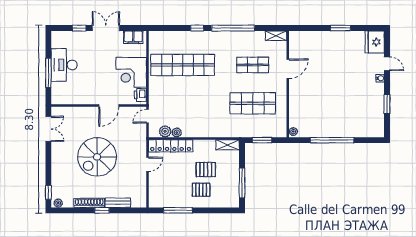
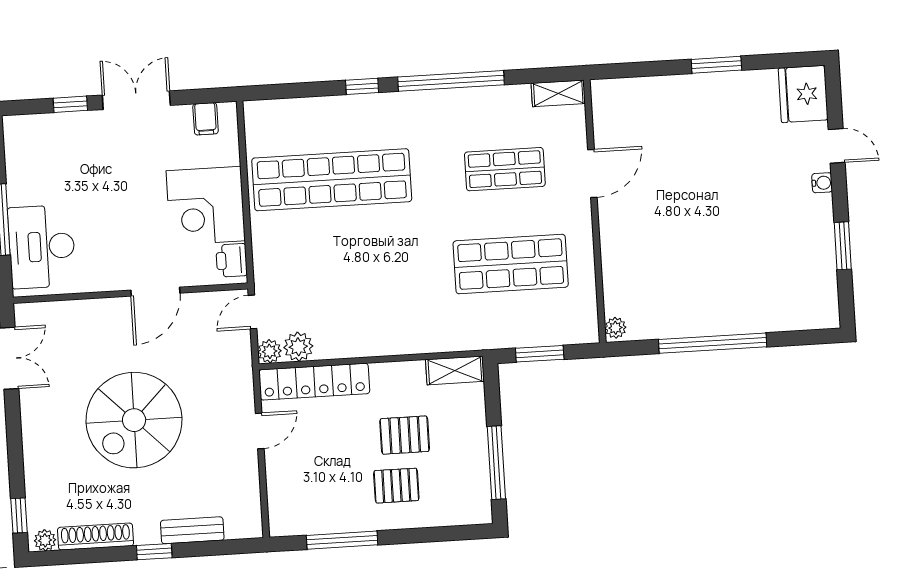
filing cabinet: (133, 37) -> (206, 119), width x0.50
desk: (64, 65) -> (42, 247), moved
plant: (177, 133) -> (270, 351), moved
shoe rack: (89, 203) -> (96, 537), moved

